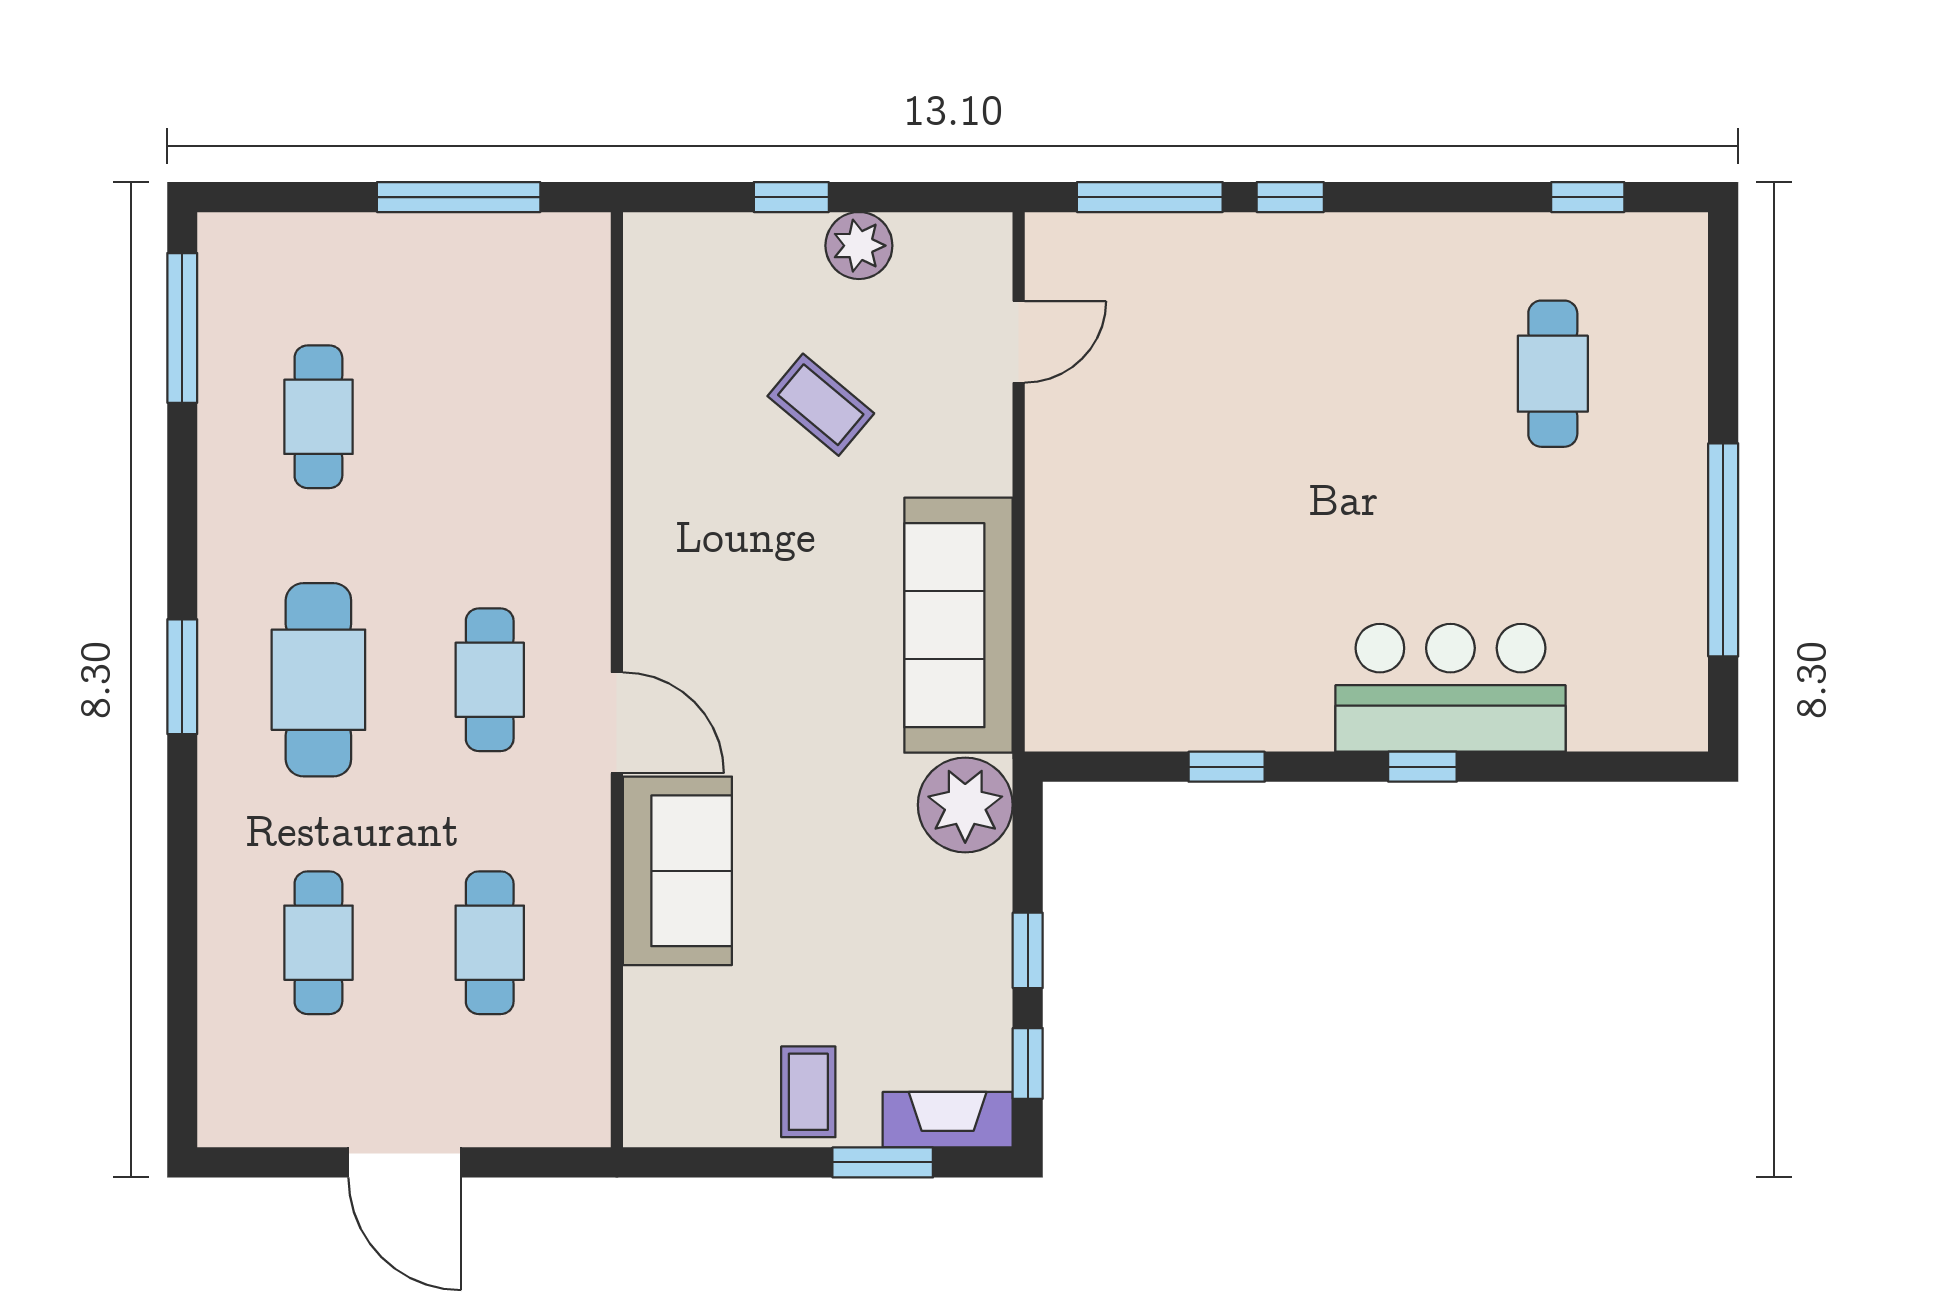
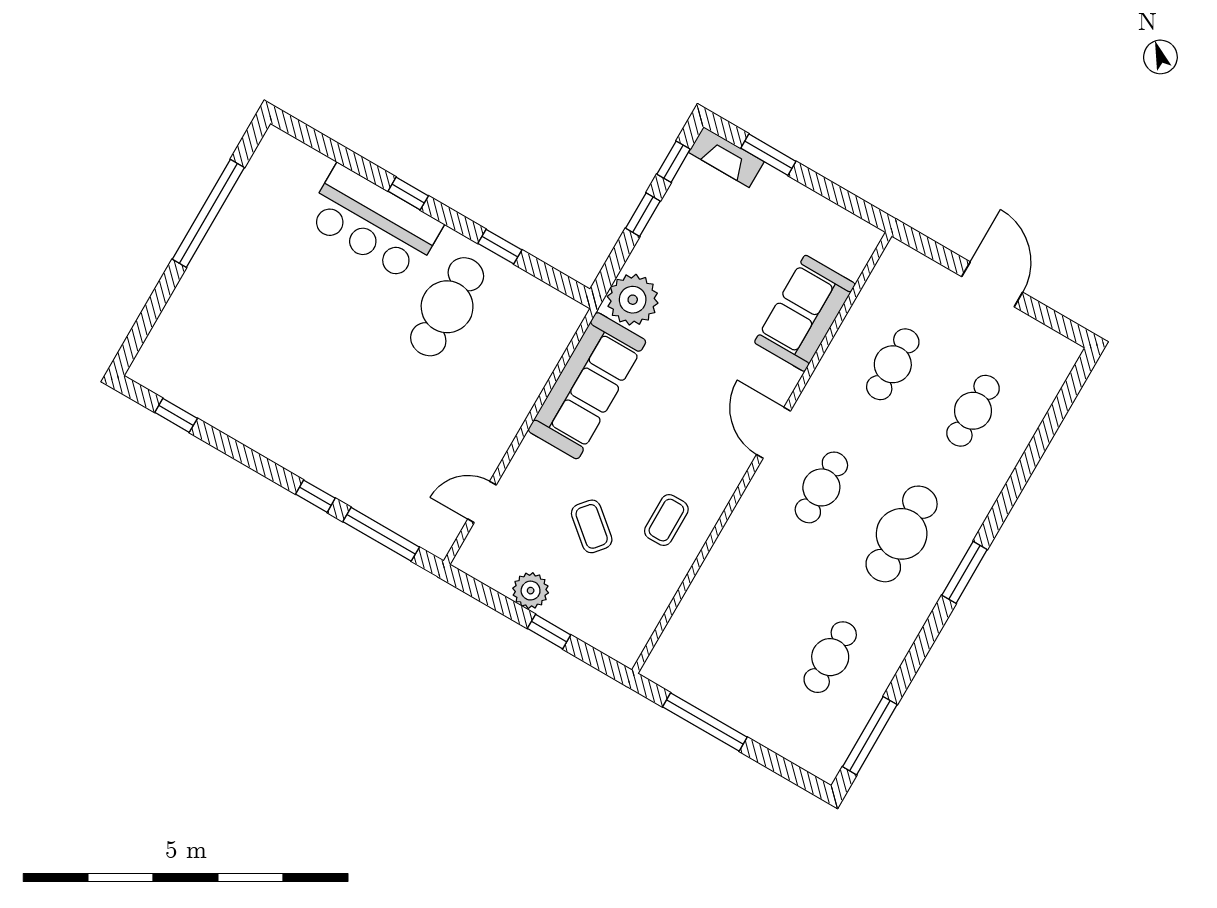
cafe table: (1553, 374) -> (447, 307), moved, width x1.37, depth x1.35
sofa: (677, 871) -> (805, 313), moved
coffee table: (808, 1092) -> (666, 520), moved

